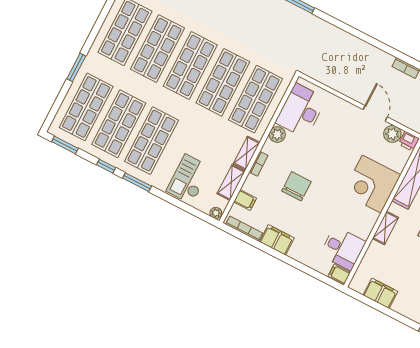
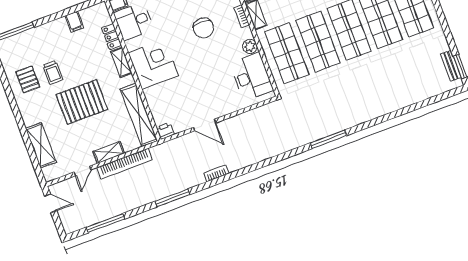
plant: (392, 134) -> (180, 124), removed
corner desk: (372, 184) -> (153, 64), moved
locker: (371, 255) -> (112, 36), added
filing cabinet: (380, 293) -> (74, 22), width x0.50

